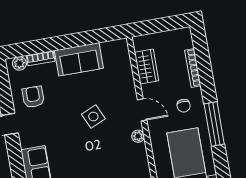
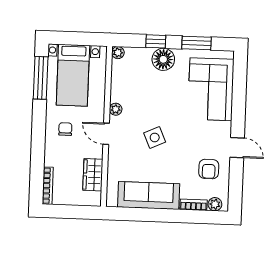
sofa: (79, 59) -> (149, 195), width x1.36
bookcase: (193, 68) -> (48, 186), moved
window: (214, 124) -> (41, 78), moved

